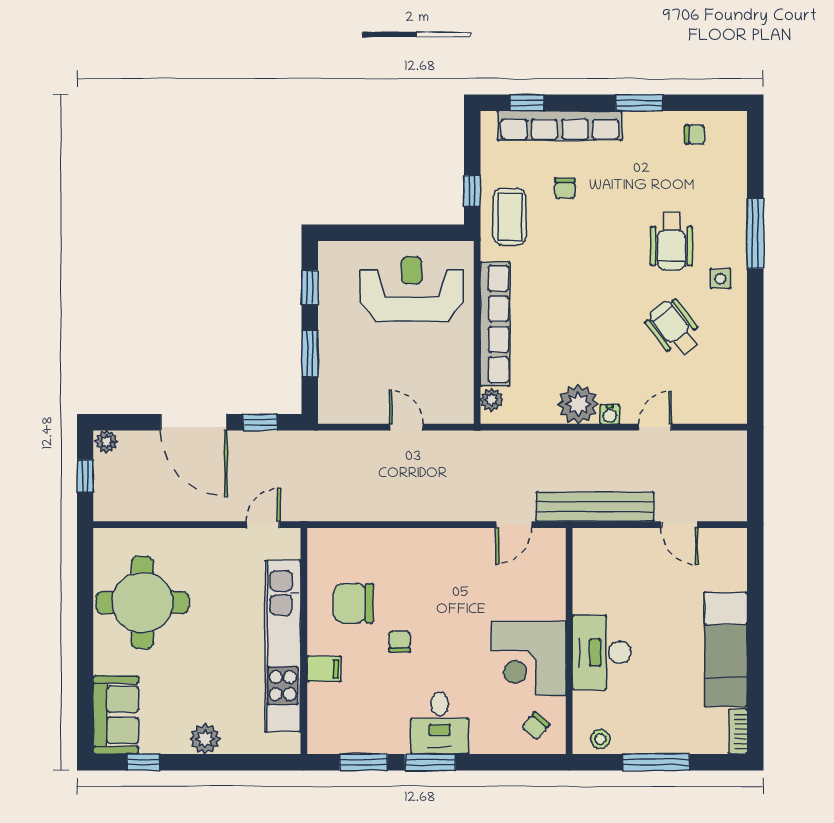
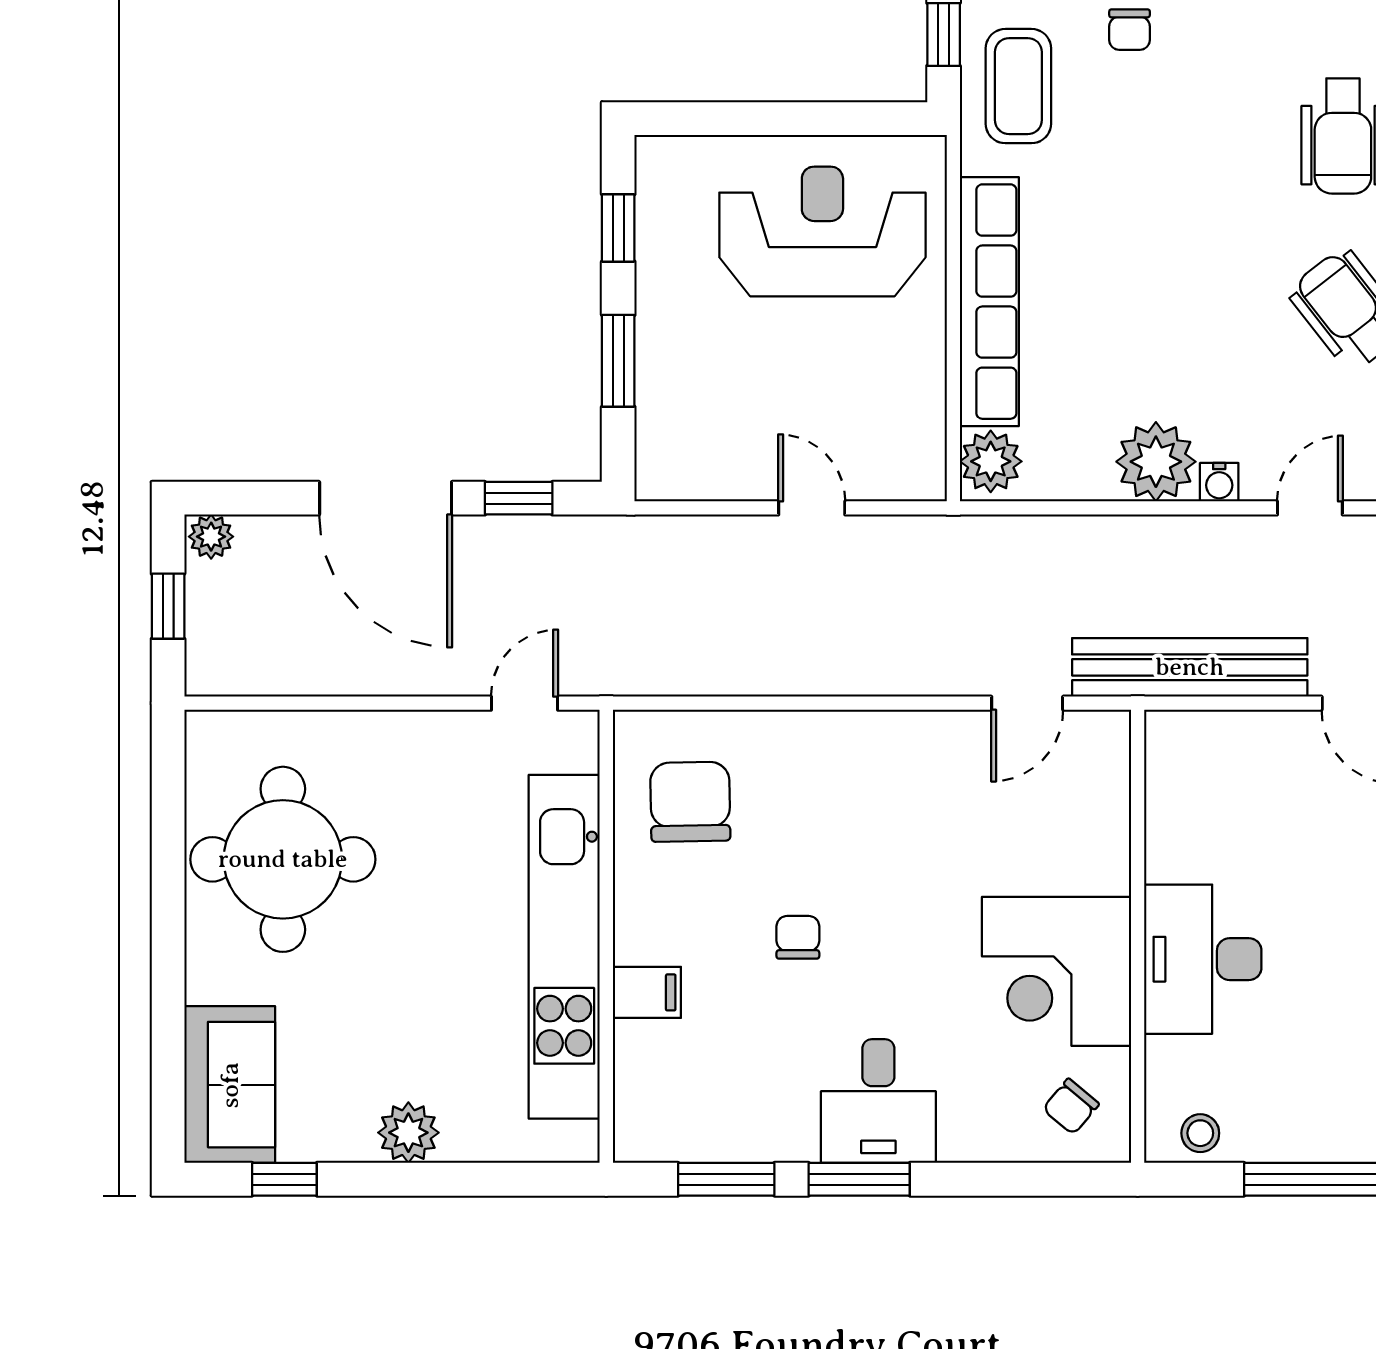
plant: (492, 400) -> (991, 461), width x1.38, depth x1.38
chair: (354, 603) -> (690, 802), moved, turned 89

